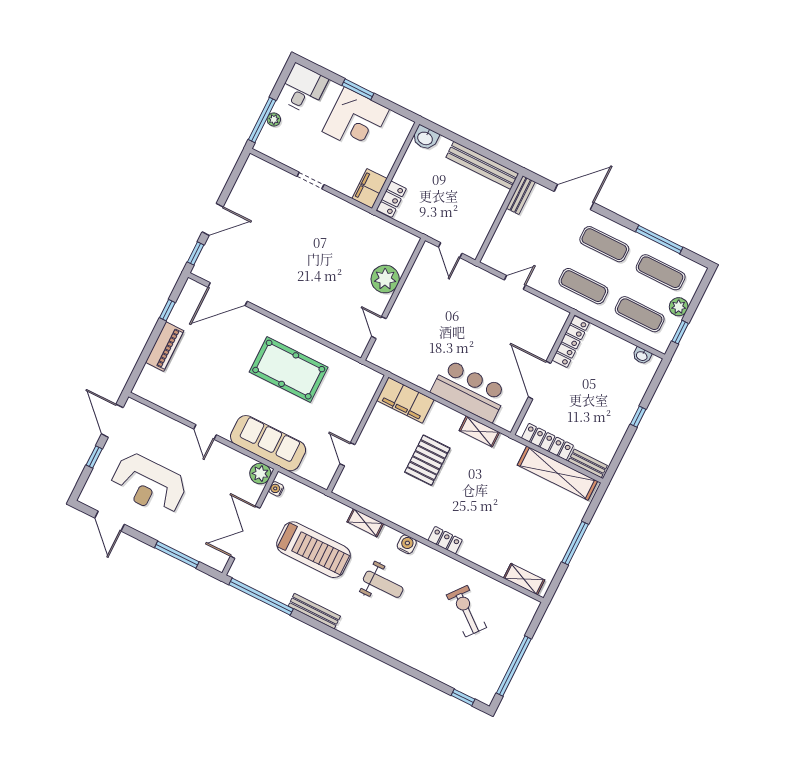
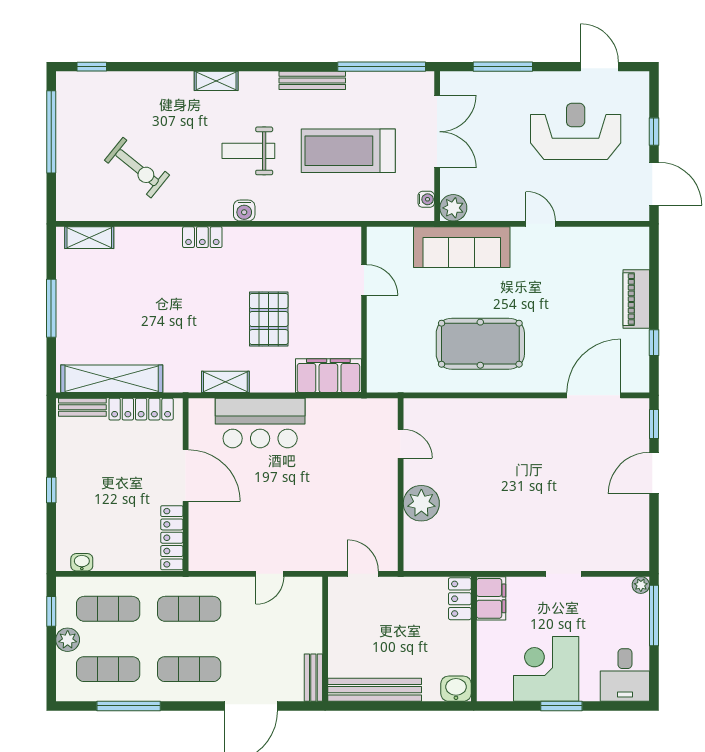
plant: (274, 119) -> (641, 585), moved
shelving: (365, 523) -> (216, 81), moved

